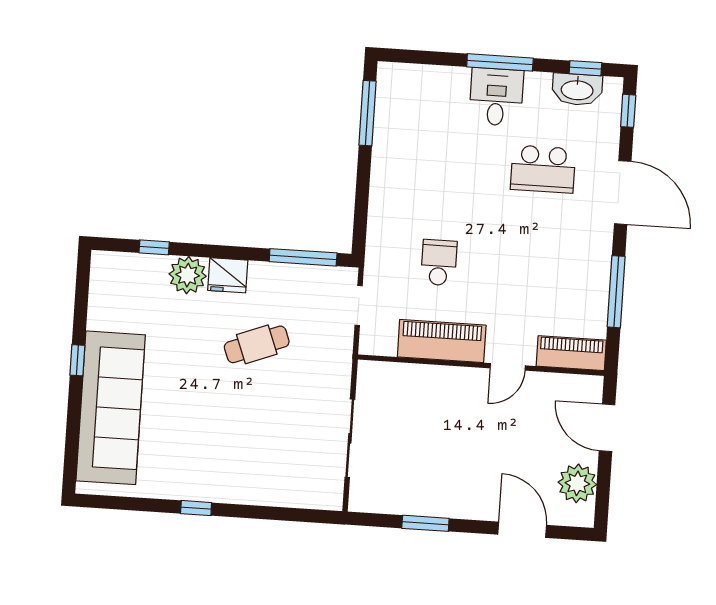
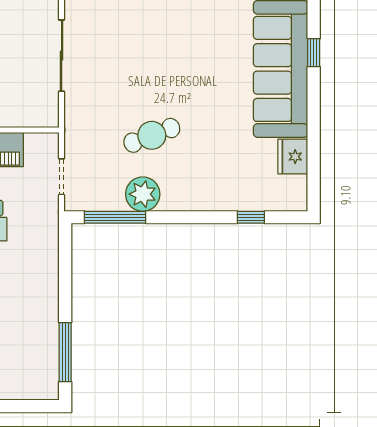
plant: (188, 275) -> (143, 194), moved
fridge: (228, 275) -> (293, 157), moved, turned -90
window: (77, 360) -> (314, 53), moved

